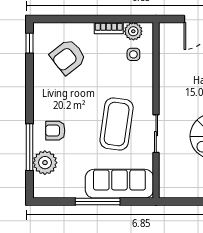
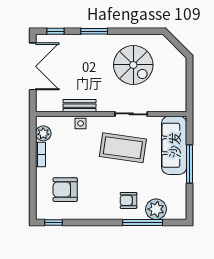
side table: (133, 54) -> (81, 123), moved
armchair: (68, 57) -> (65, 190), turned 128
bench: (166, 73) -> (79, 106), added
armchair: (55, 131) -> (128, 200), turned 90

